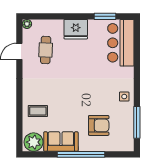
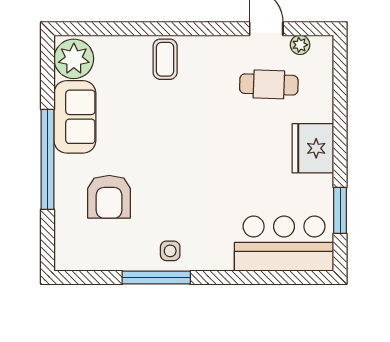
plant: (27, 24) -> (300, 45), moved
coffee table: (38, 111) -> (165, 59), moved
window: (137, 122) -> (156, 278), moved

